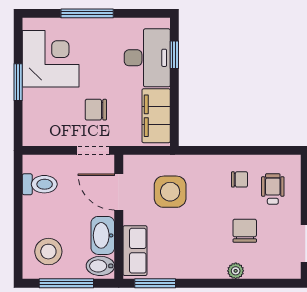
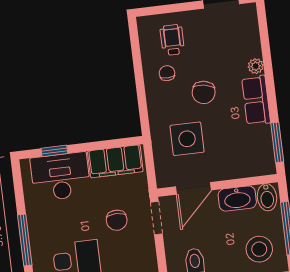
wheelchair: (273, 189) -> (172, 40), turned 90
chair: (245, 231) -> (204, 92), moved, turned -80
row of seats: (135, 251) -> (256, 100), moved, turned -90

